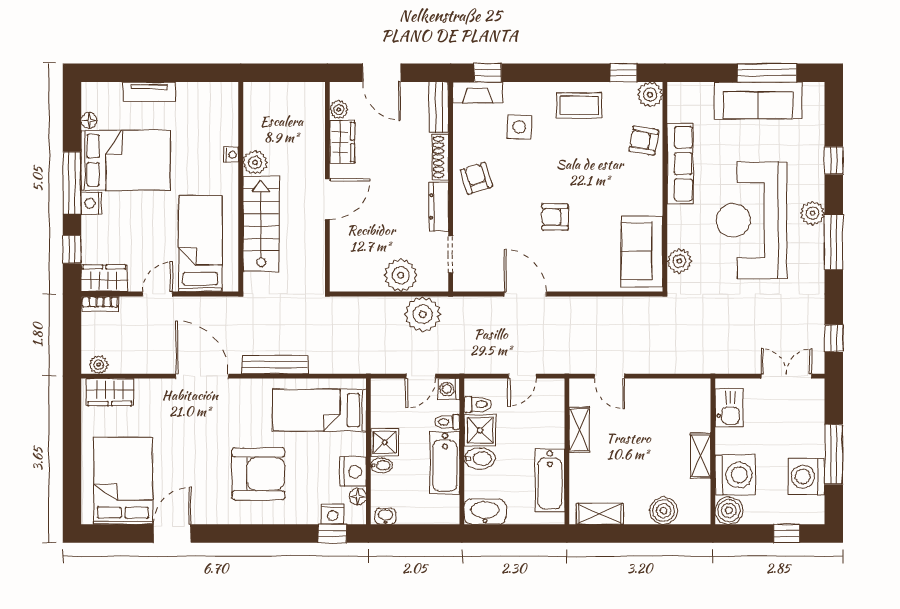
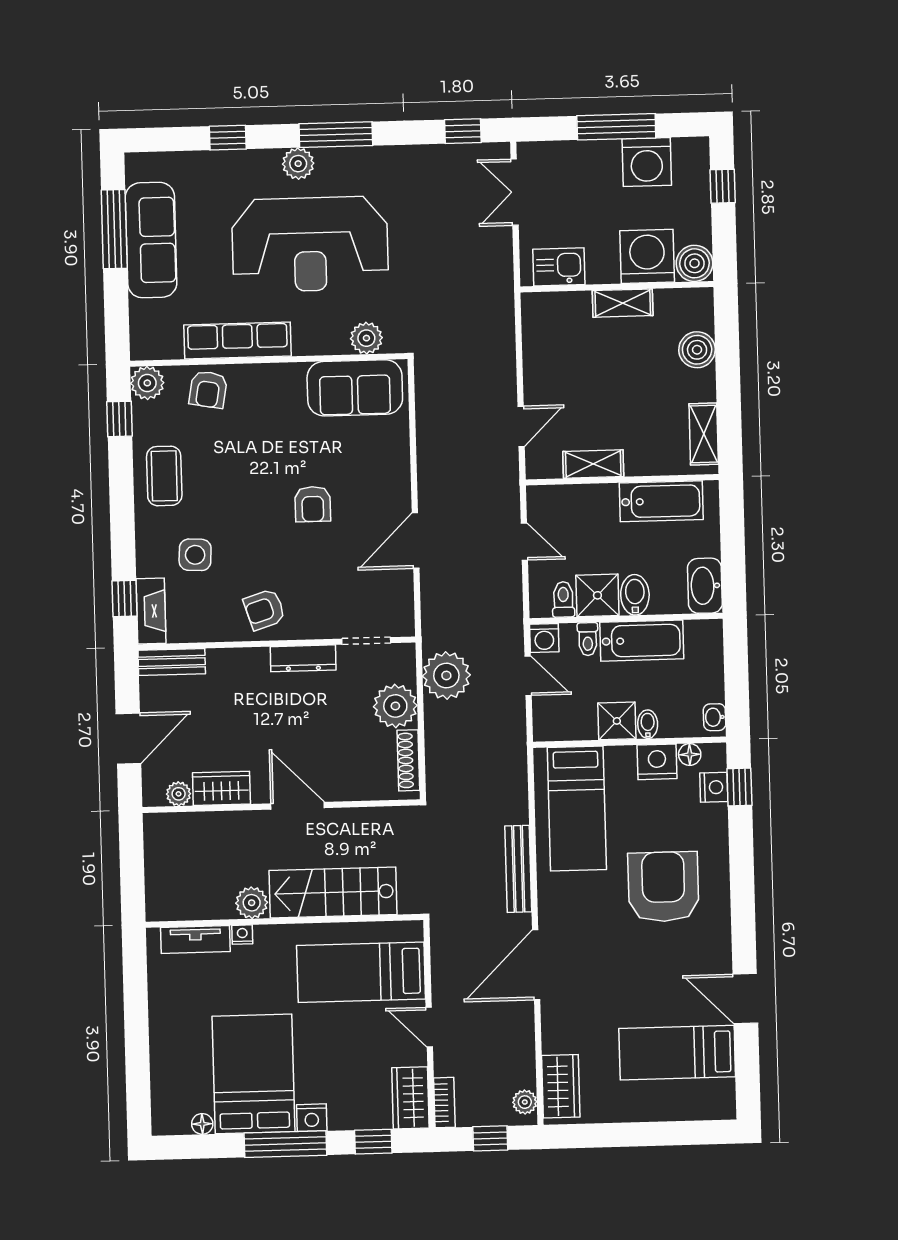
tv unit: (149, 92) -> (195, 939), moved, turned 90
shoe rack: (440, 157) -> (408, 760), moved, turned 90
window: (72, 338) -> (490, 1138), added
bed: (123, 481) -> (677, 1053), width x0.67

